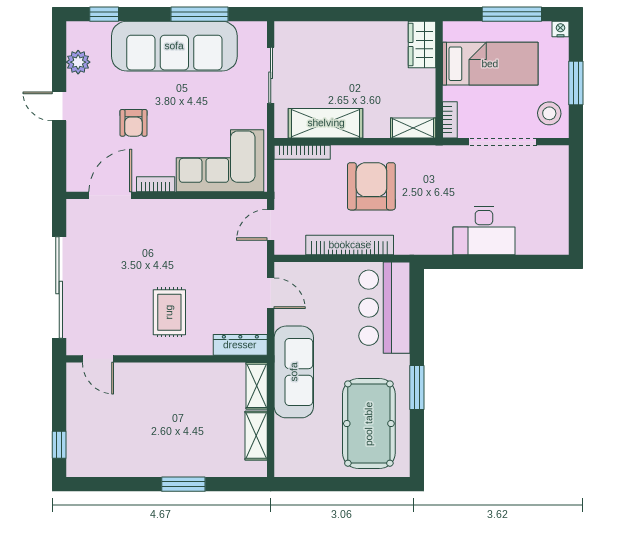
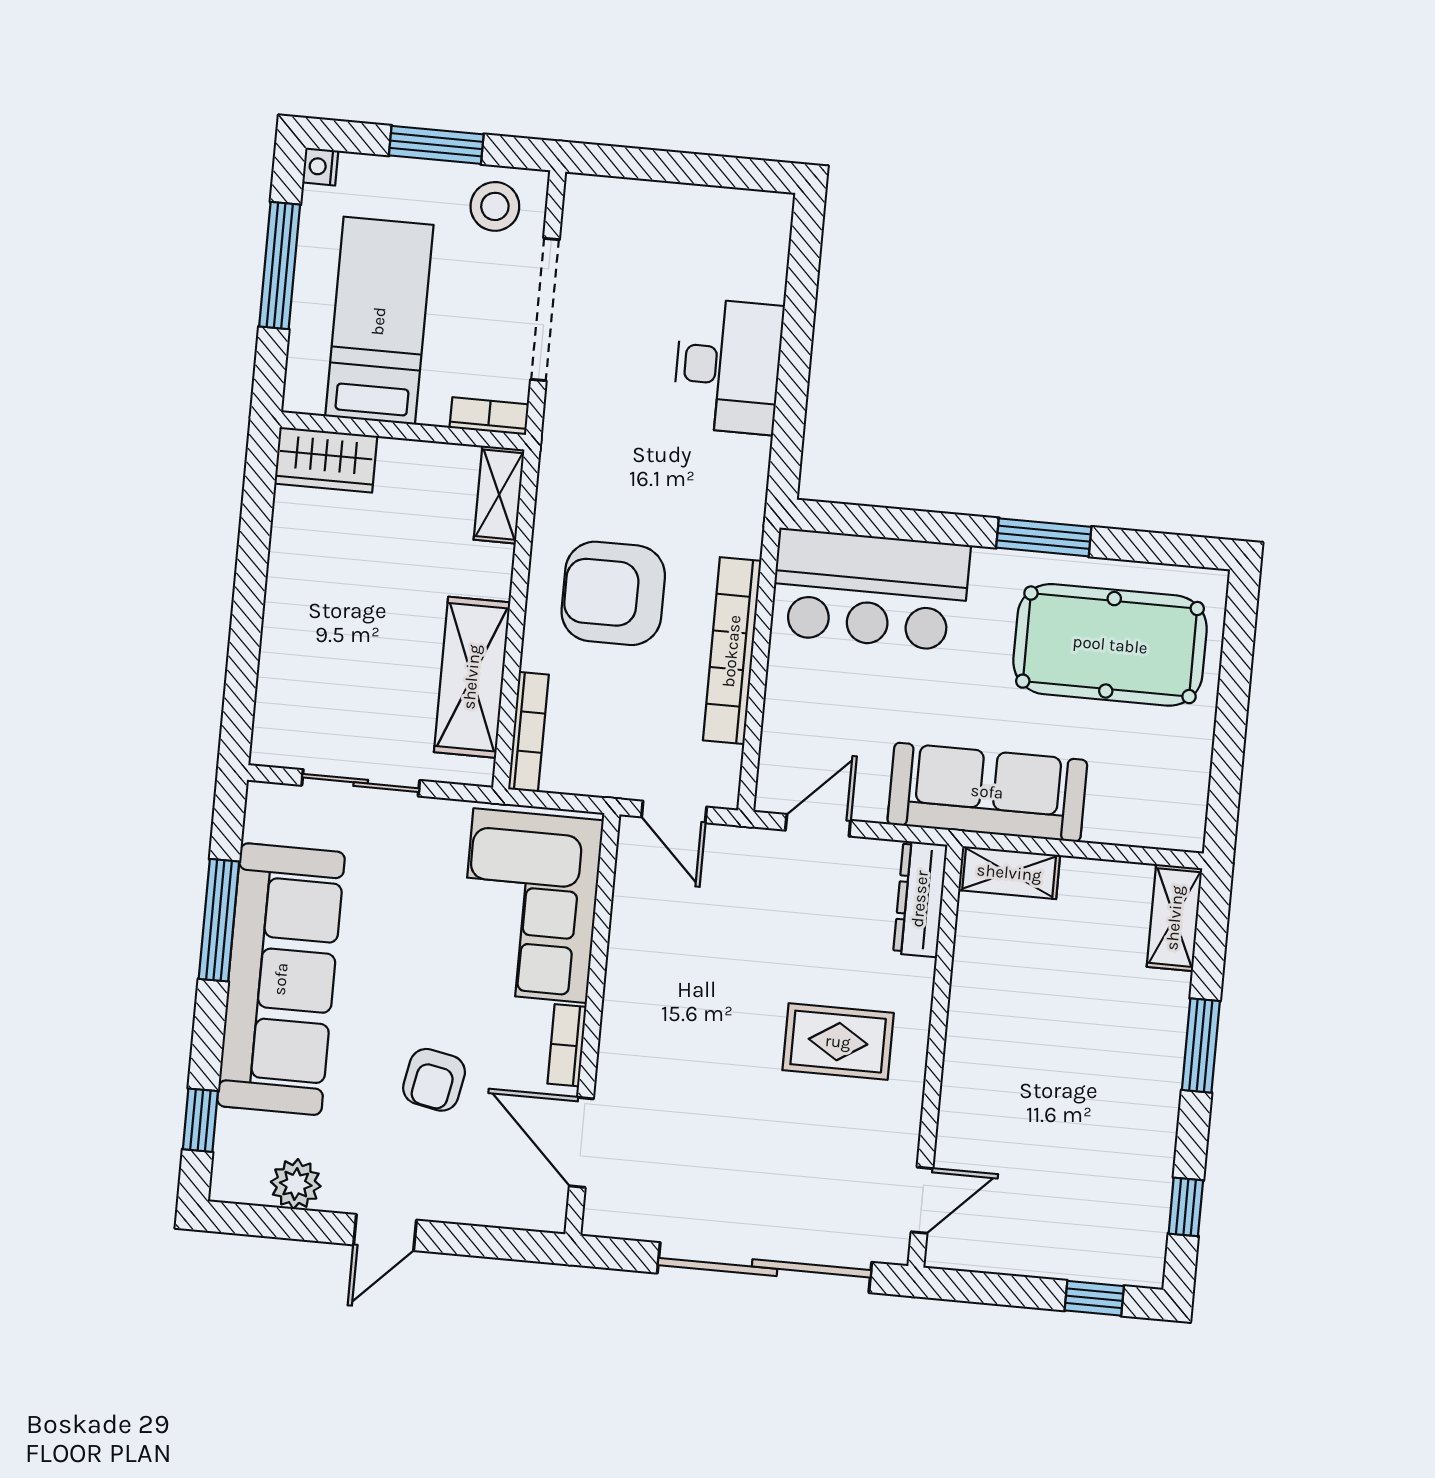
armchair: (133, 123) -> (434, 1080), turned 101
shelving: (256, 436) -> (1175, 918), moved, turned 90
window: (106, 484) -> (1186, 1207), added

